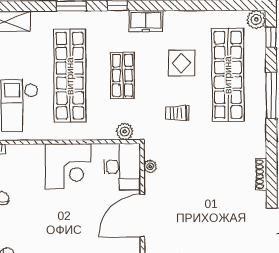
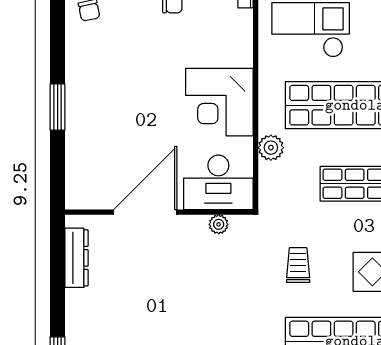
plant: (125, 132) -> (271, 148), moved
door: (142, 216) -> (145, 212), hinge flipped

